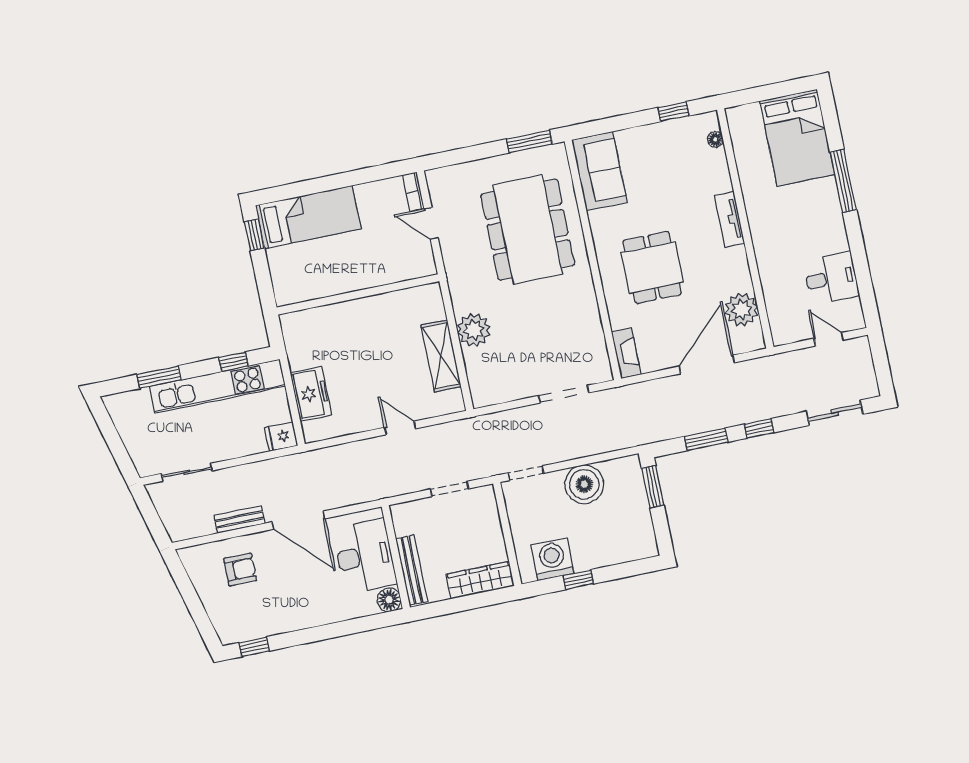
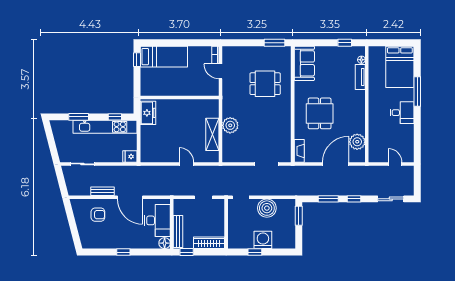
tv unit: (729, 219) -> (360, 77), moved
dining table: (528, 230) -> (265, 84), width x0.53, depth x0.80
desk: (831, 278) -> (402, 113), moved
freezer: (311, 394) -> (148, 113), moved
washing machine: (552, 559) -> (263, 240), moved
window: (438, 609) -> (187, 252), added
window: (254, 647) -> (123, 252), moved

